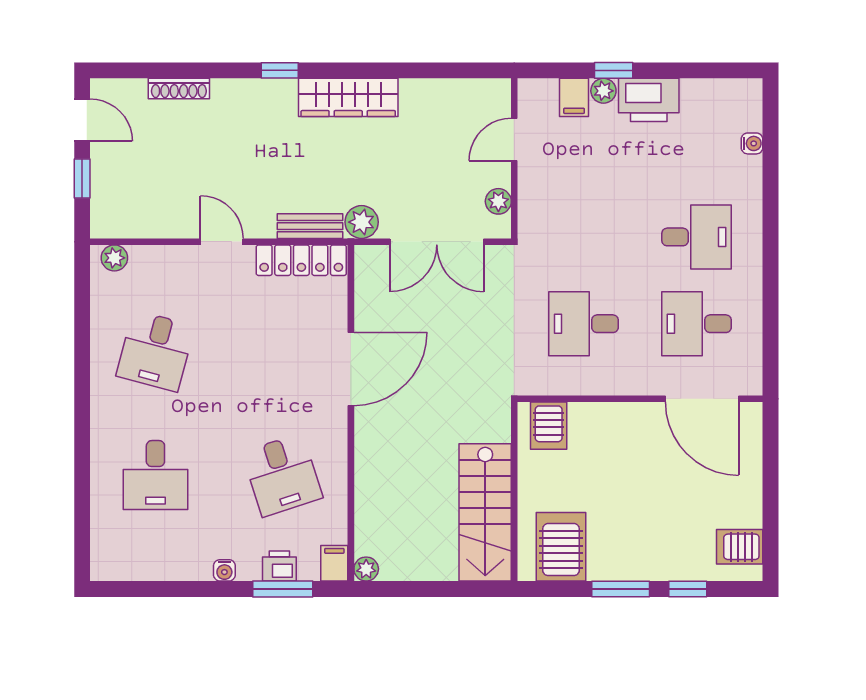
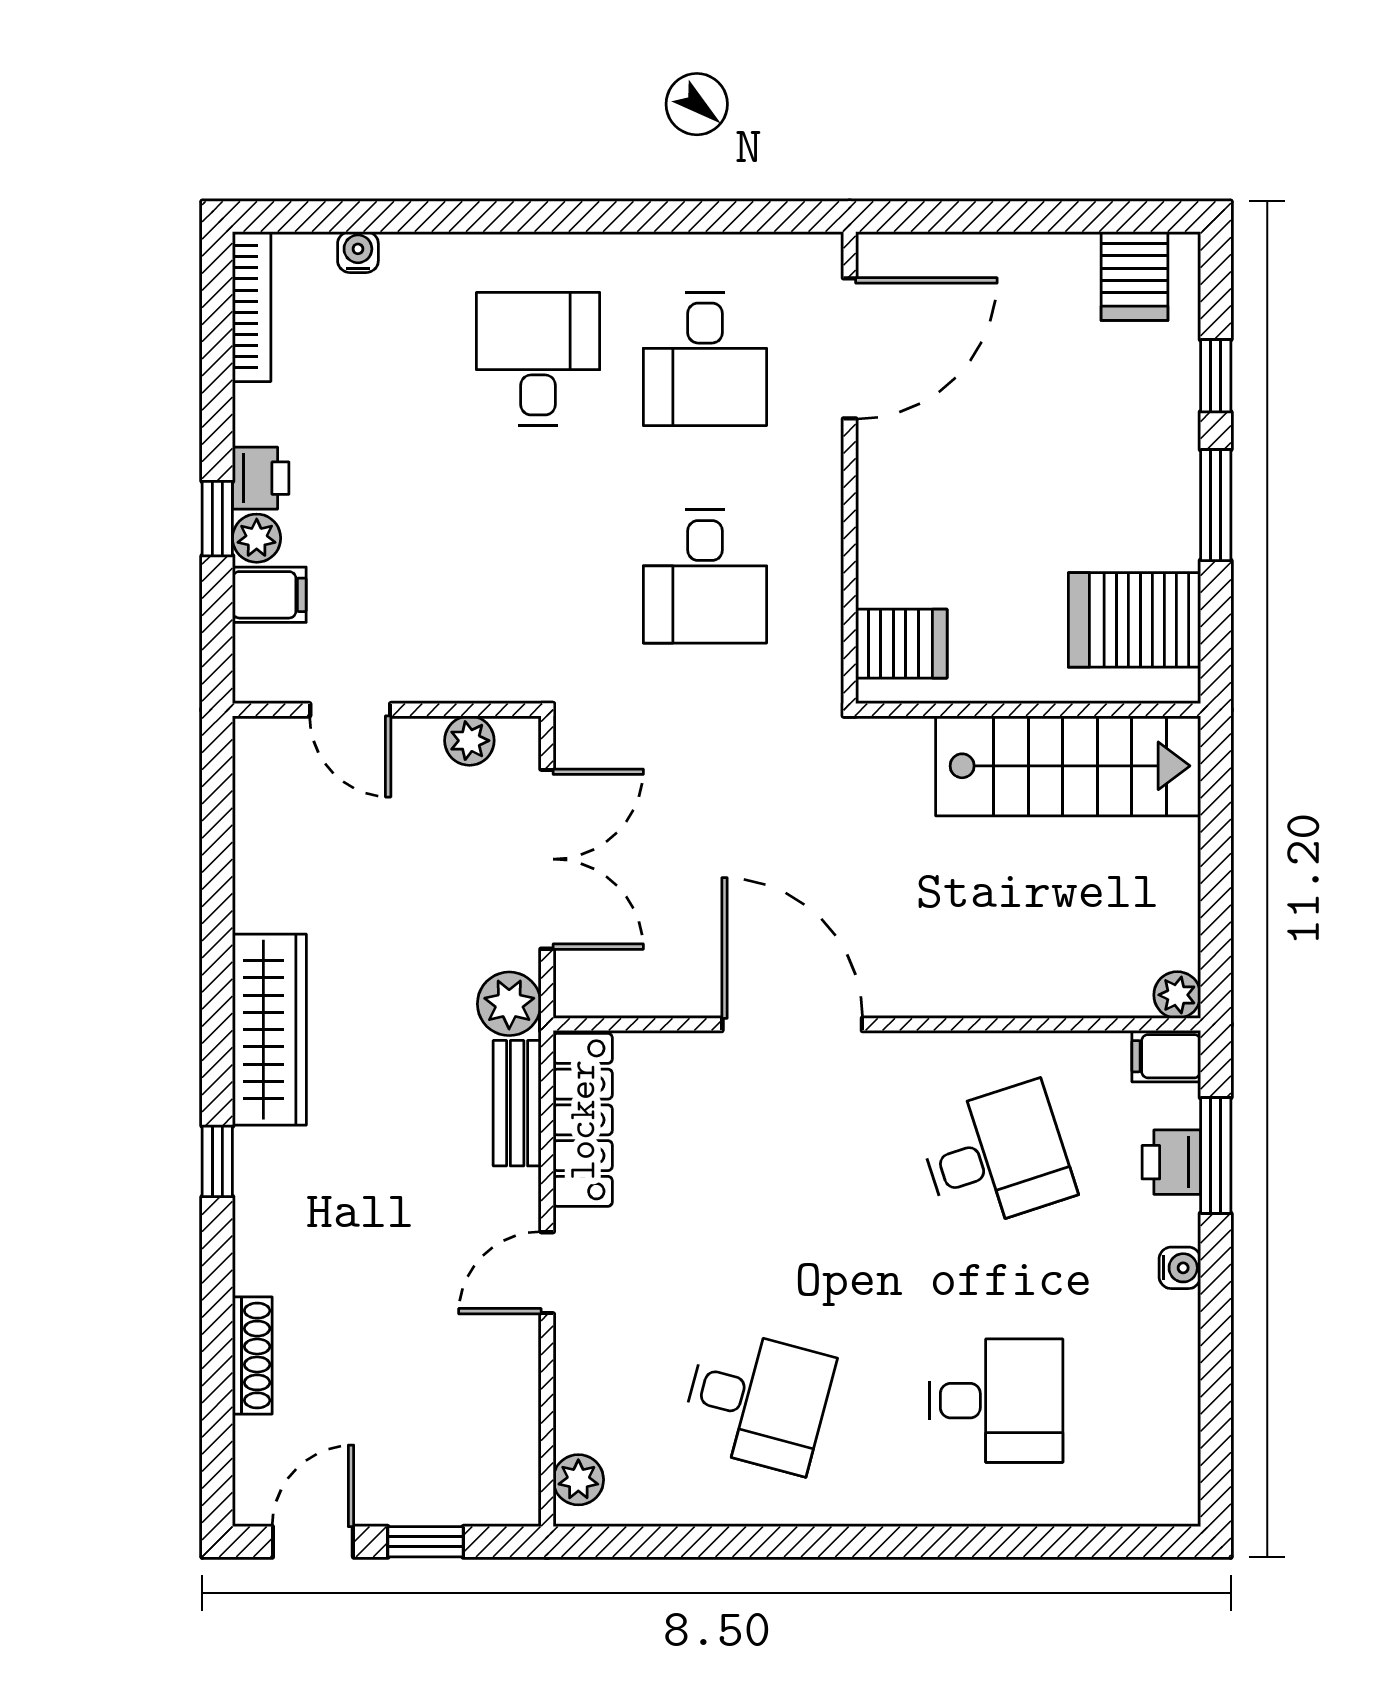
bookcase: (724, 88) -> (252, 307), added
printer: (649, 100) -> (261, 478), width x0.53, depth x0.68

